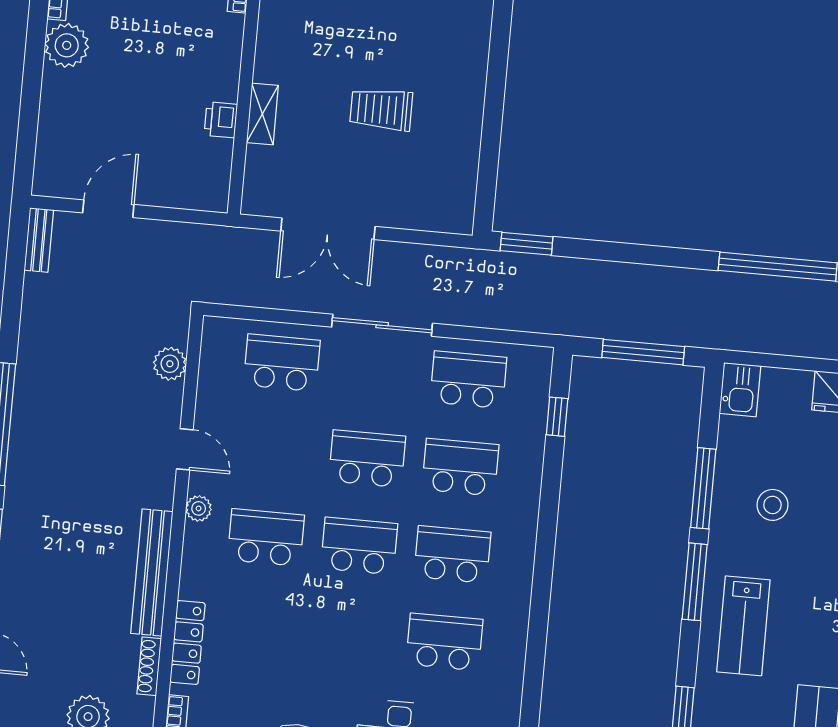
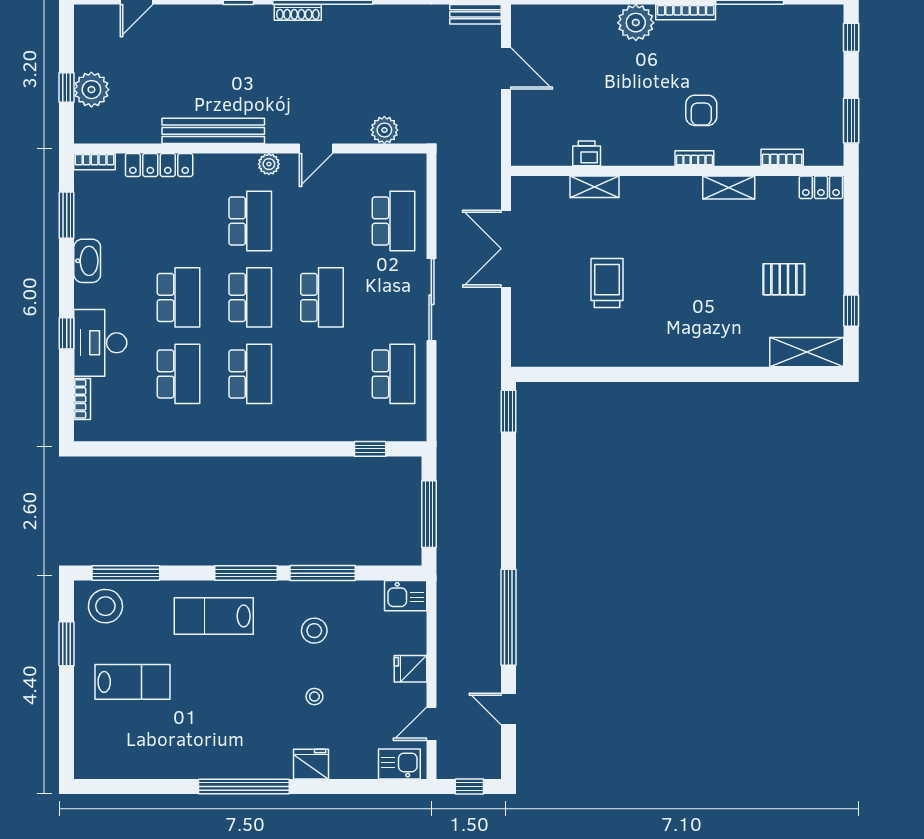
school desk: (460, 467) -> (179, 297), moved
shoe rack: (149, 666) -> (298, 12), moved, turned 180

